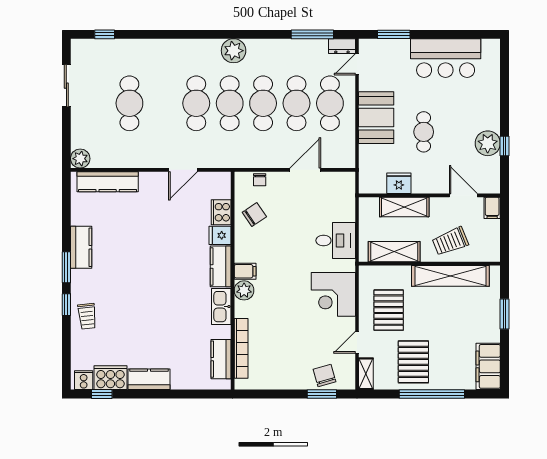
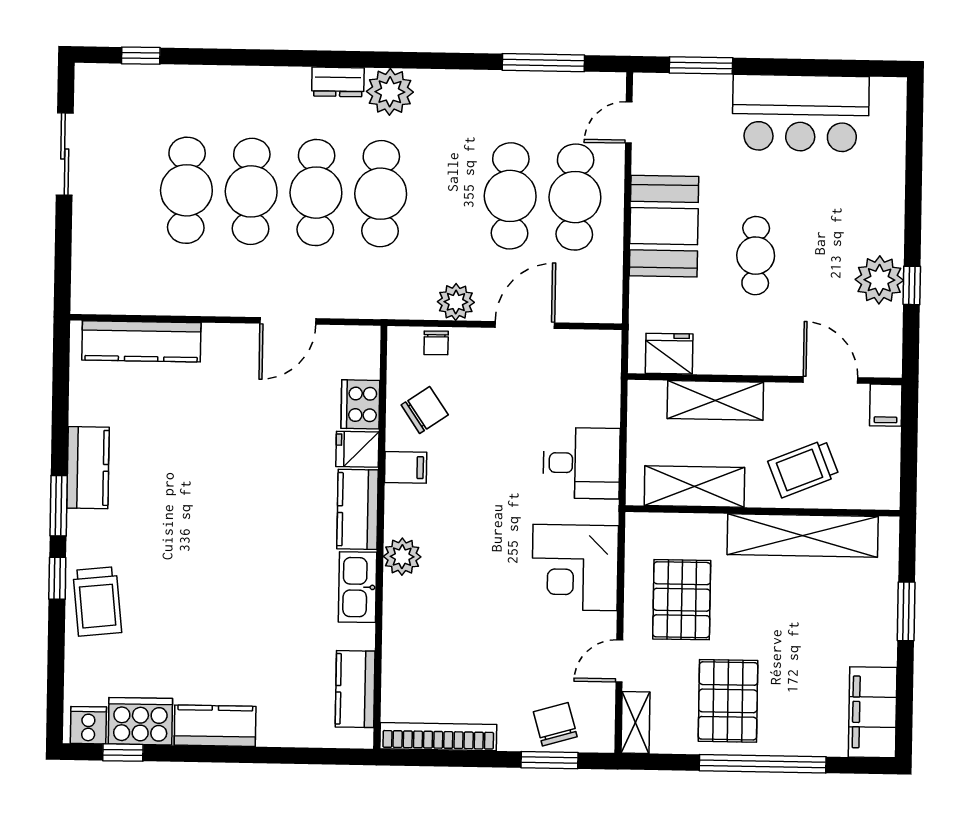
dresser: (342, 46) -> (338, 82), moved
cafe table: (263, 103) -> (251, 191), moved
plant: (80, 159) -> (456, 302), moved
fridge: (399, 183) -> (669, 354), moved
filing cabinet: (245, 271) -> (406, 467), moved
trolley: (87, 316) -> (97, 601), width x1.36, depth x1.39
bookcase: (241, 348) -> (438, 737), moved, turned -90

